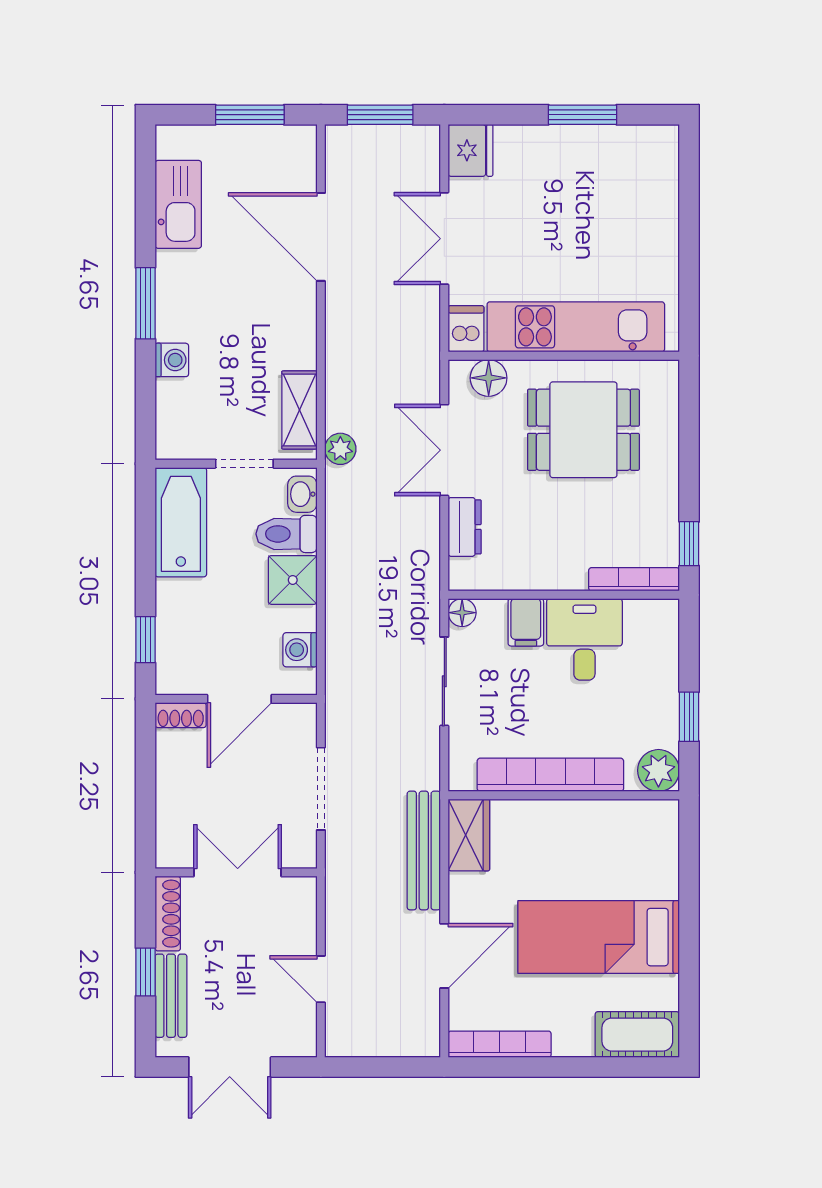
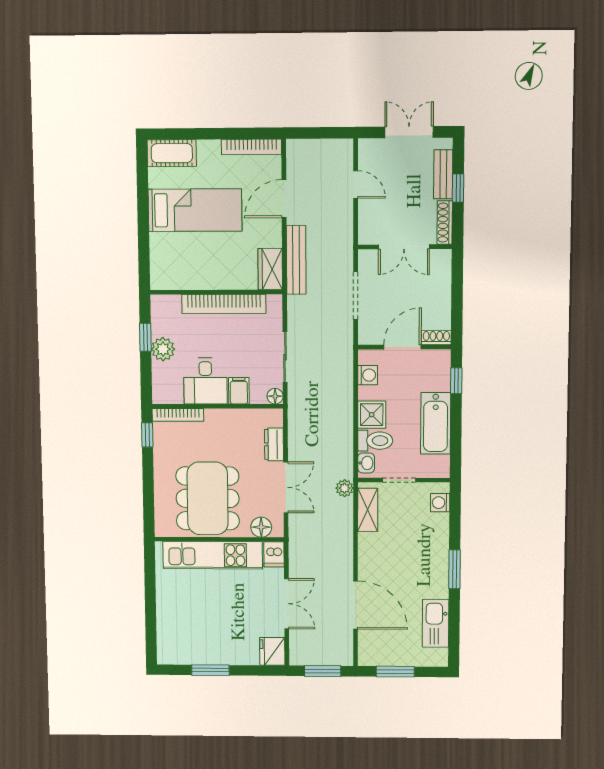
washing machine: (172, 360) -> (440, 503), moved
dining table: (583, 430) -> (208, 498), width x1.37
bathtub: (181, 522) -> (436, 423), moved
plant: (658, 770) -> (163, 349), moved

